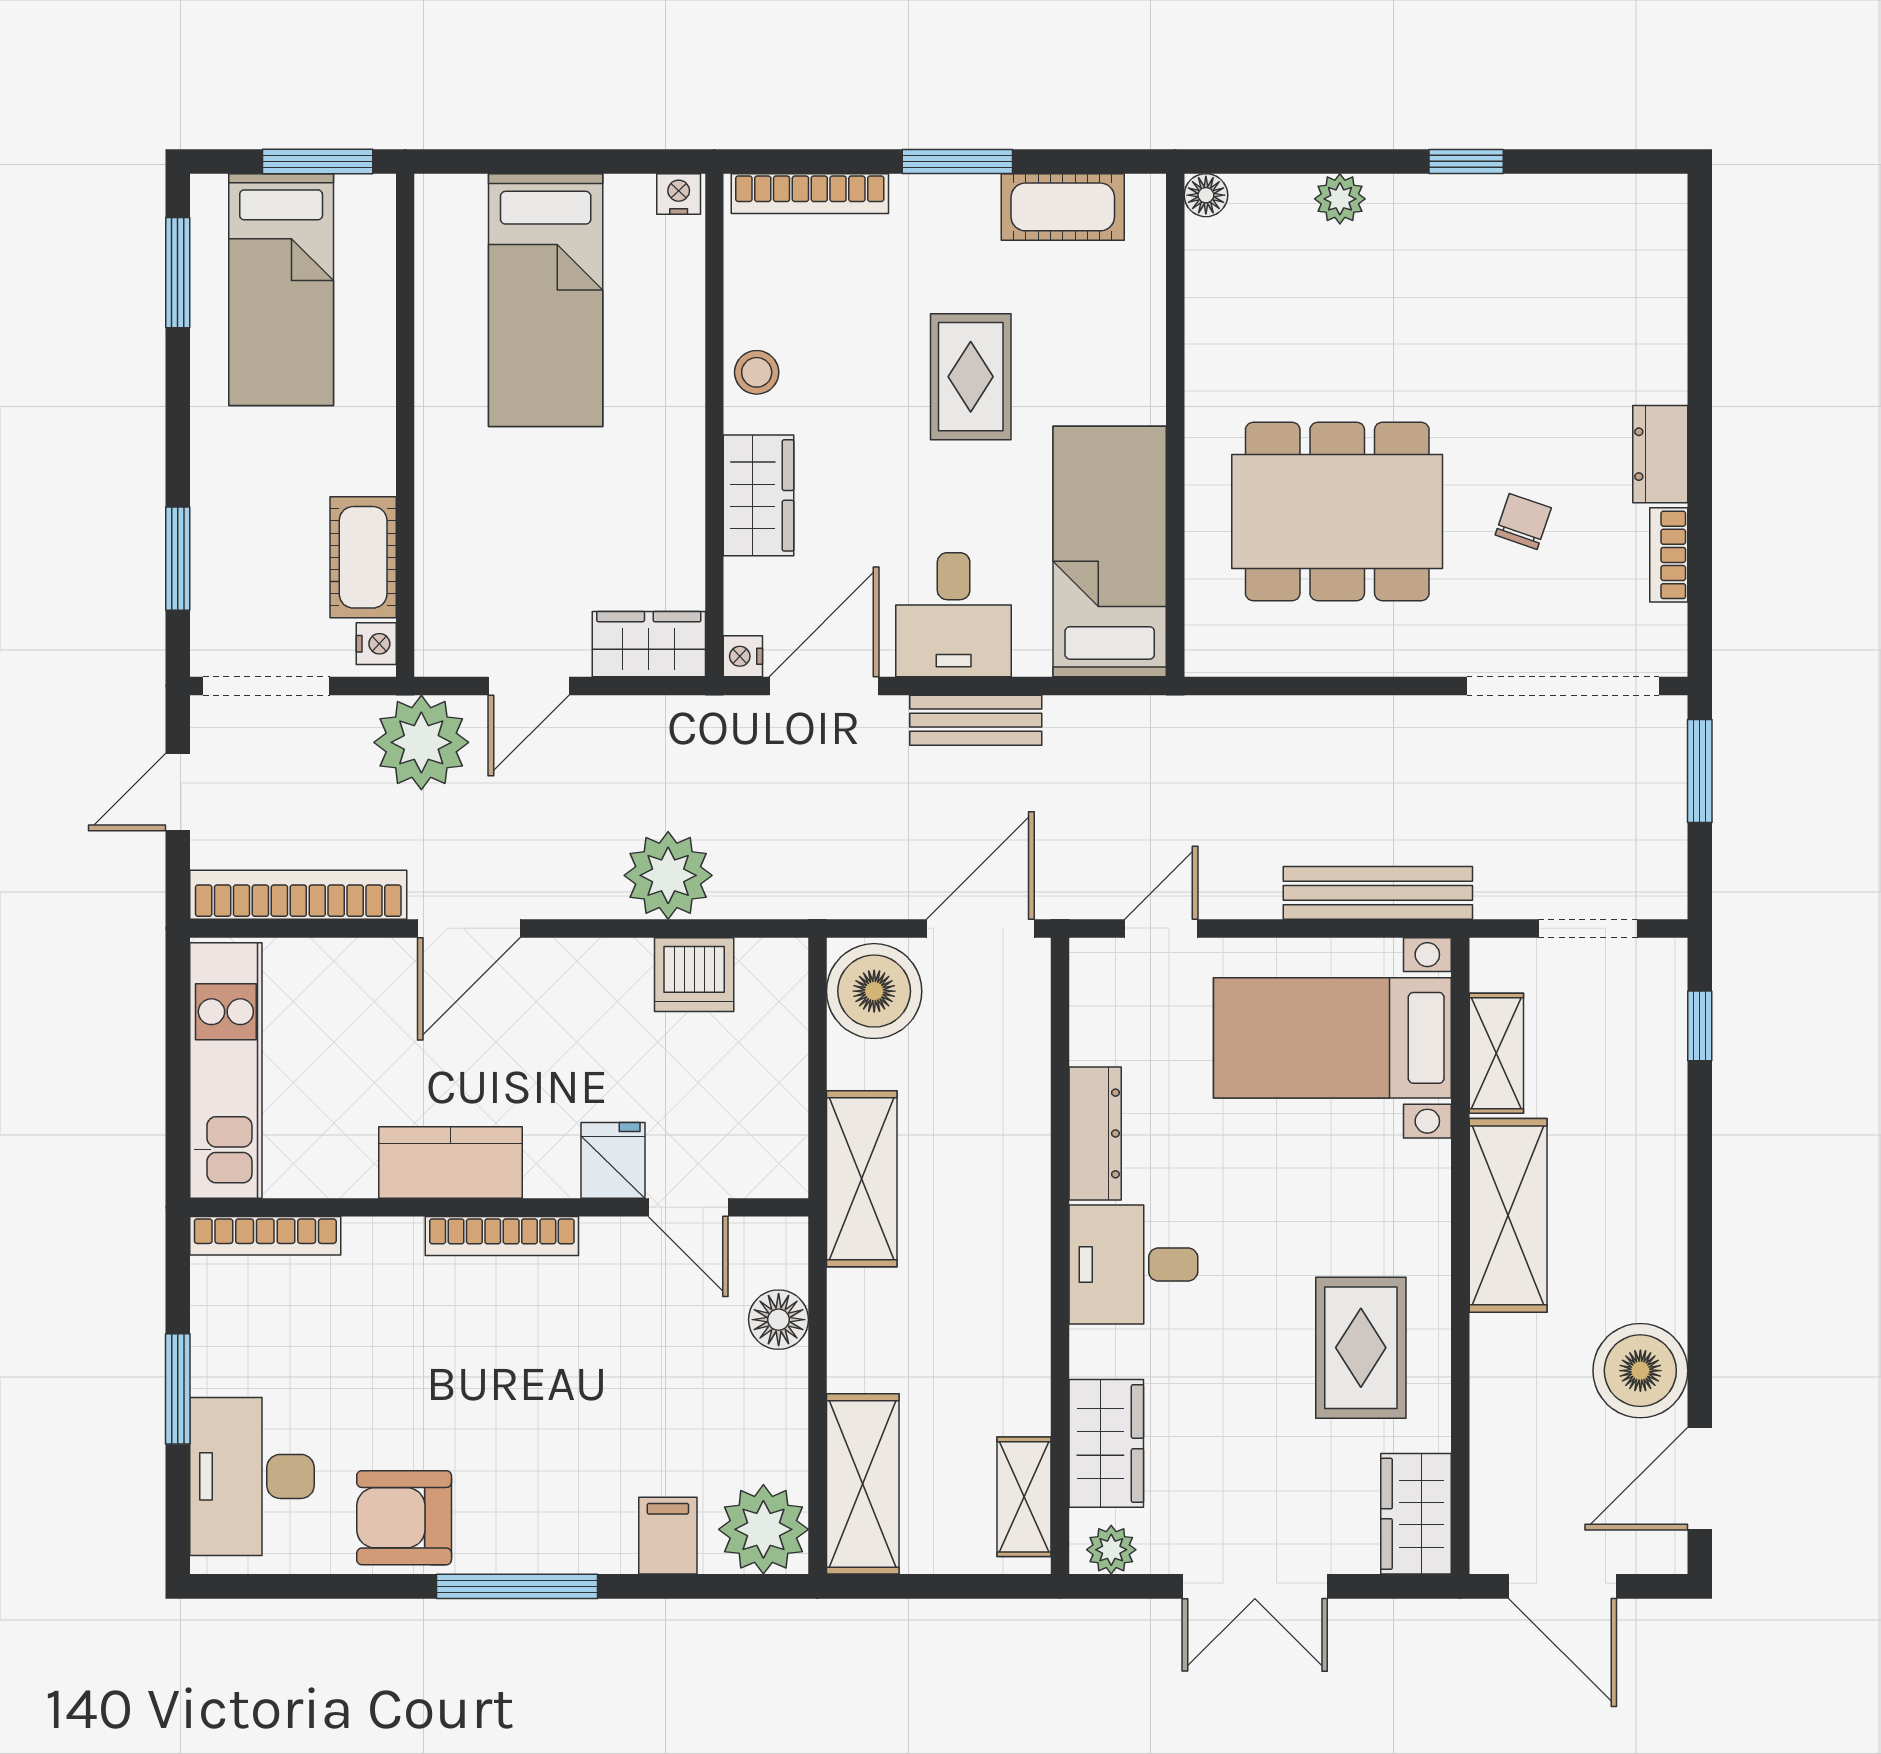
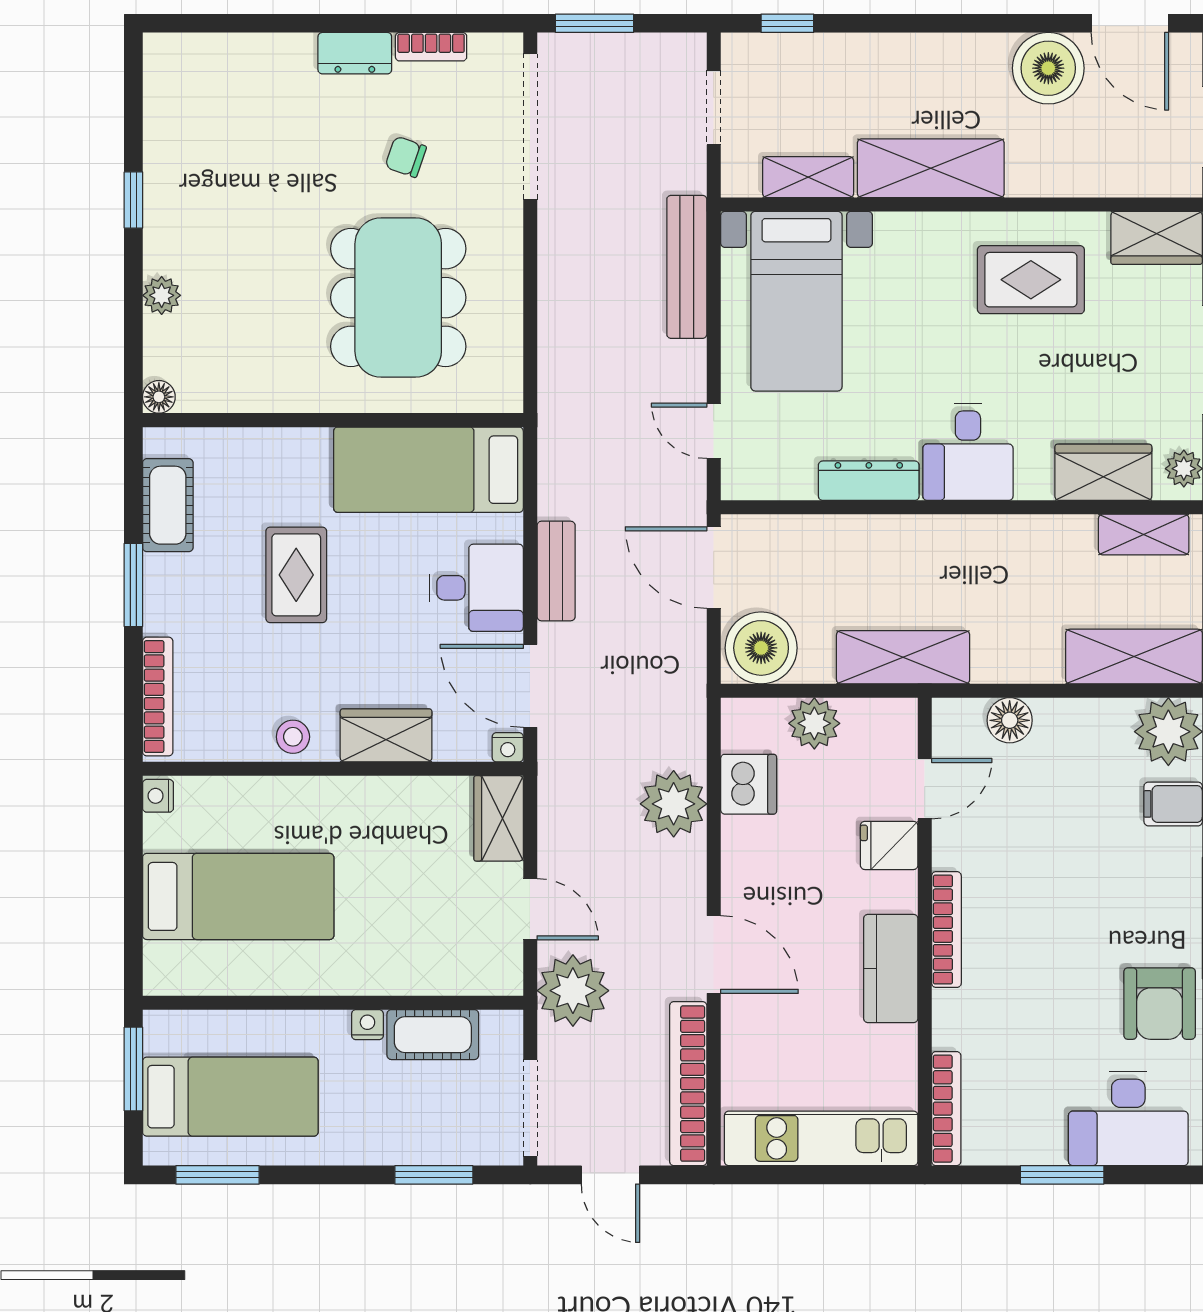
rug: (971, 377) -> (296, 575), turned 90
nightstand: (376, 644) -> (367, 1025), moved
plant: (774, 1061) -> (814, 723), added

